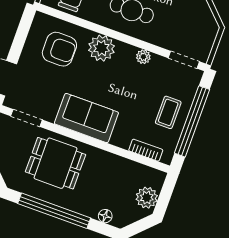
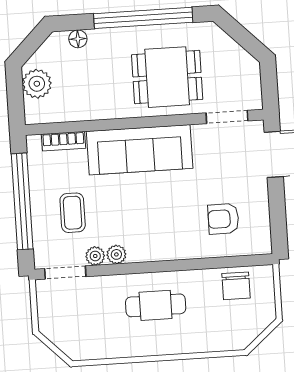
plant: (101, 48) -> (95, 256), moved, width x0.53, depth x0.53
armchair: (59, 49) -> (223, 219), width x0.72, depth x0.72
coffee table: (168, 112) -> (73, 213), moved
sofa: (86, 118) -> (140, 150), width x1.36

